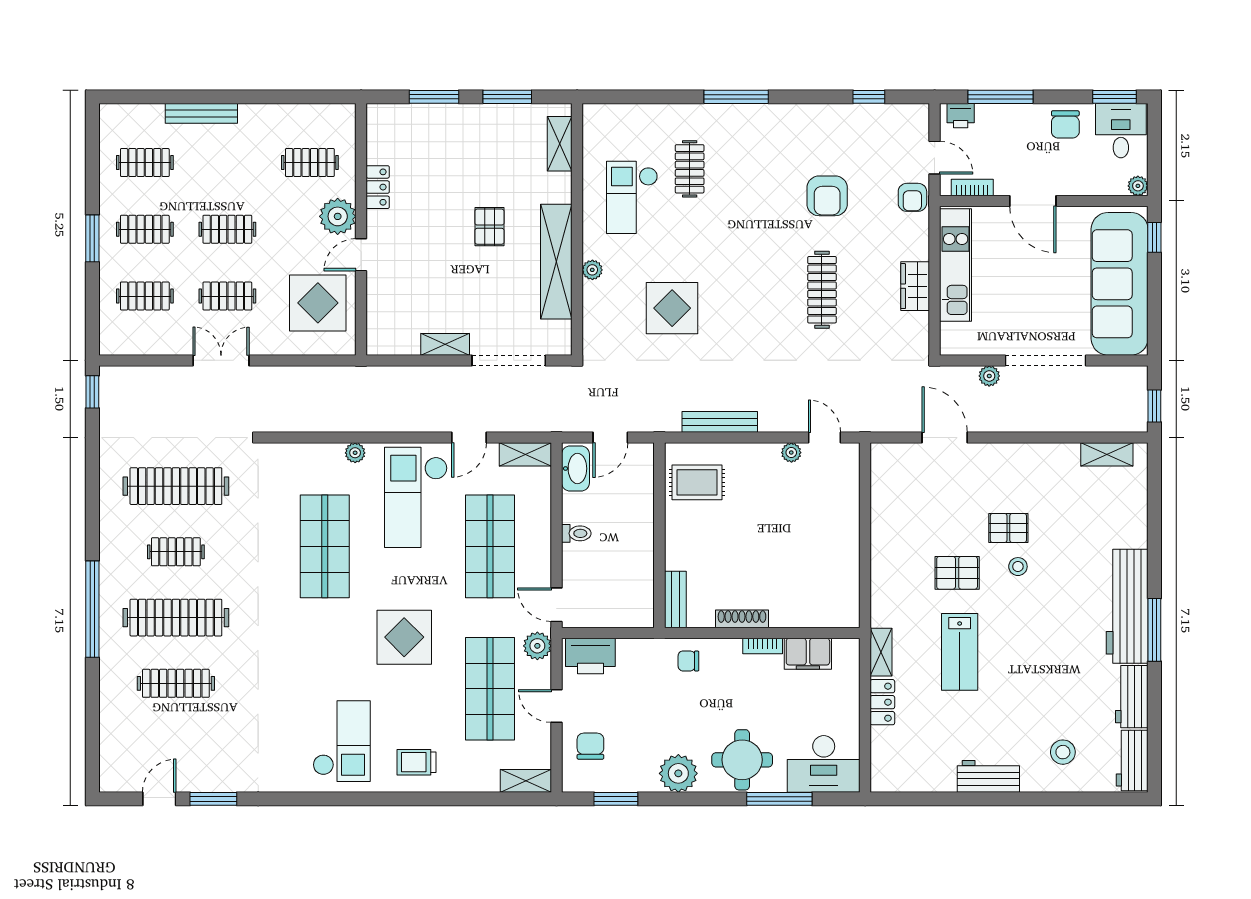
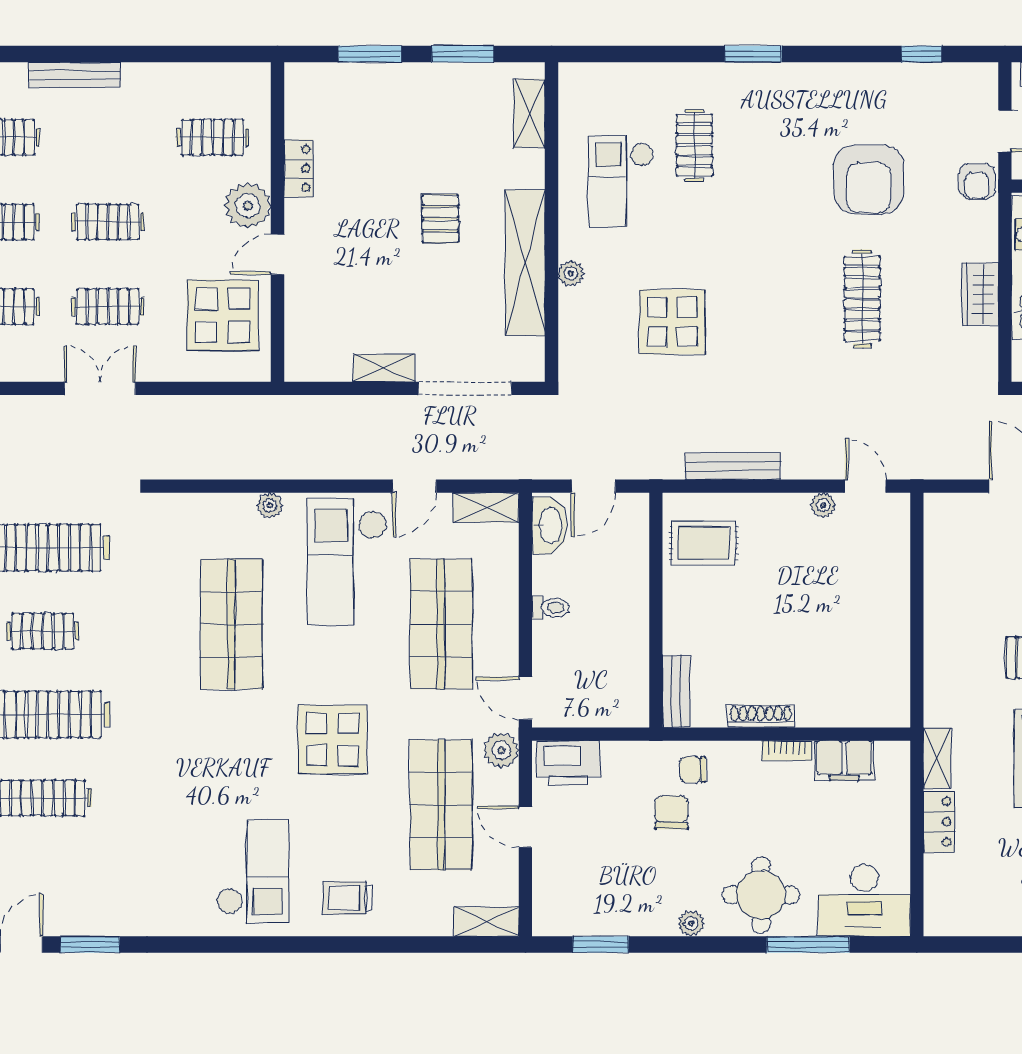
window: (736, 97) -> (753, 54), width x0.69
armchair: (827, 196) -> (869, 179), width x1.36, depth x1.36
chair: (590, 746) -> (671, 812), moved
plant: (678, 773) -> (691, 923), width x0.53, depth x0.53

